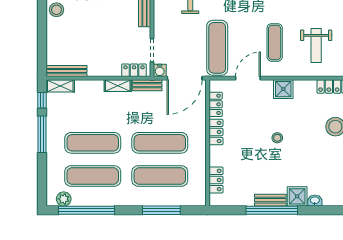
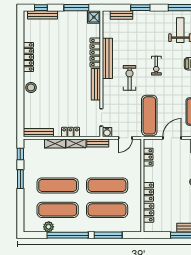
locker: (134, 70) -> (70, 132), moved
door: (185, 78) -> (125, 138), width x0.53
shelving: (60, 86) -> (55, 144), moved
locker: (216, 132) -> (148, 192), moved
window: (42, 134) -> (20, 179), width x0.69
plant: (64, 199) -> (49, 227), moved
window: (87, 210) -> (68, 235), moved

